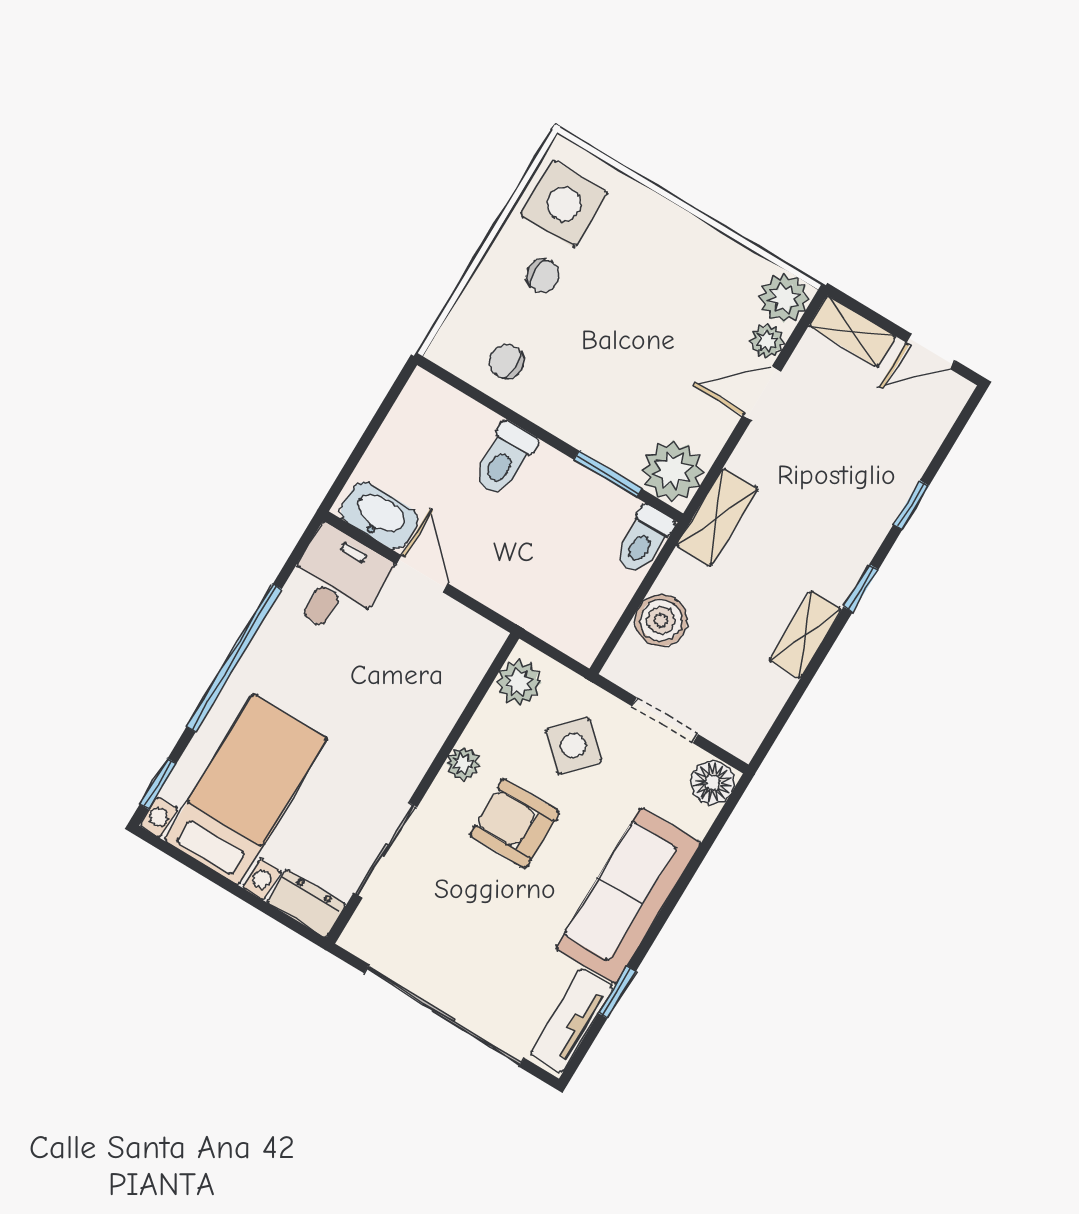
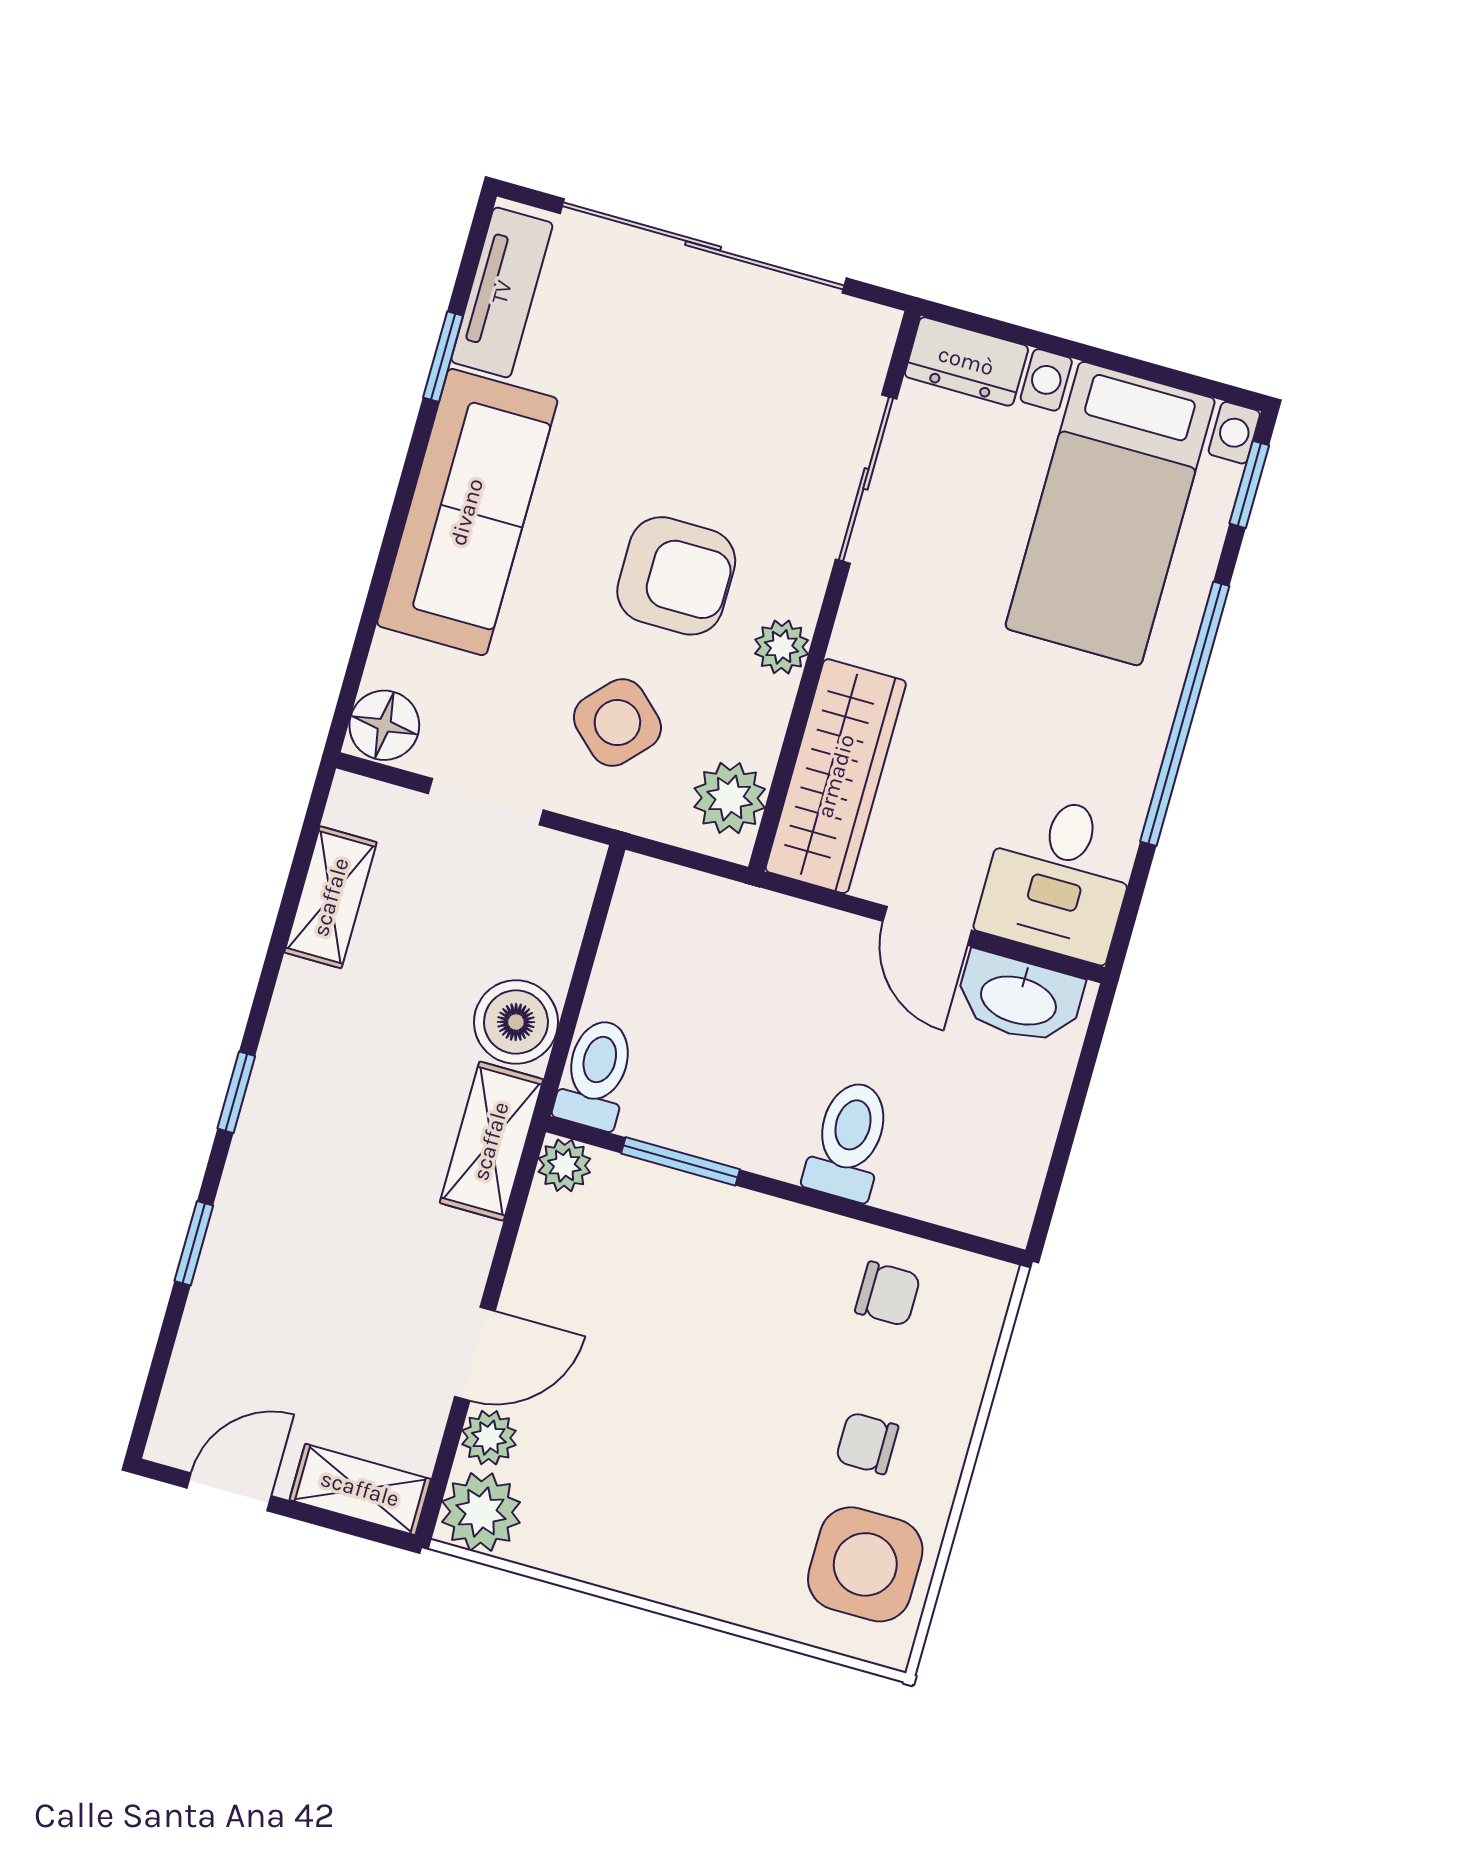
plant: (673, 471) -> (564, 1165), width x0.53, depth x0.53
boiler: (661, 620) -> (516, 1022), moved
shelving: (805, 635) -> (331, 897), moved
wardrobe: (452, 678) -> (836, 776), added

